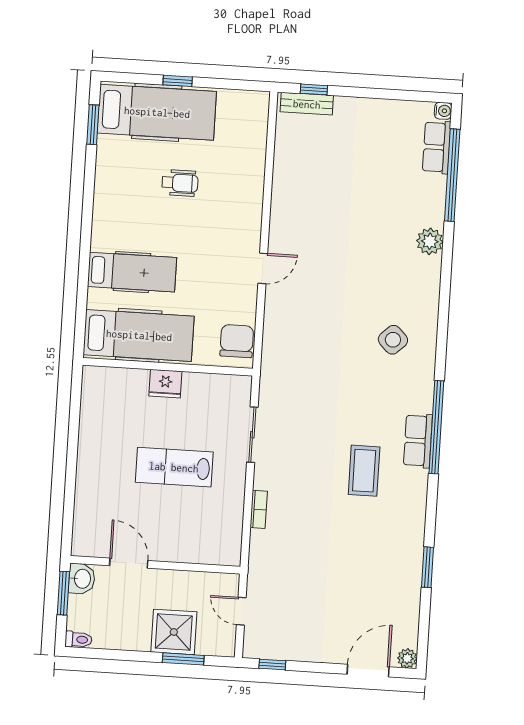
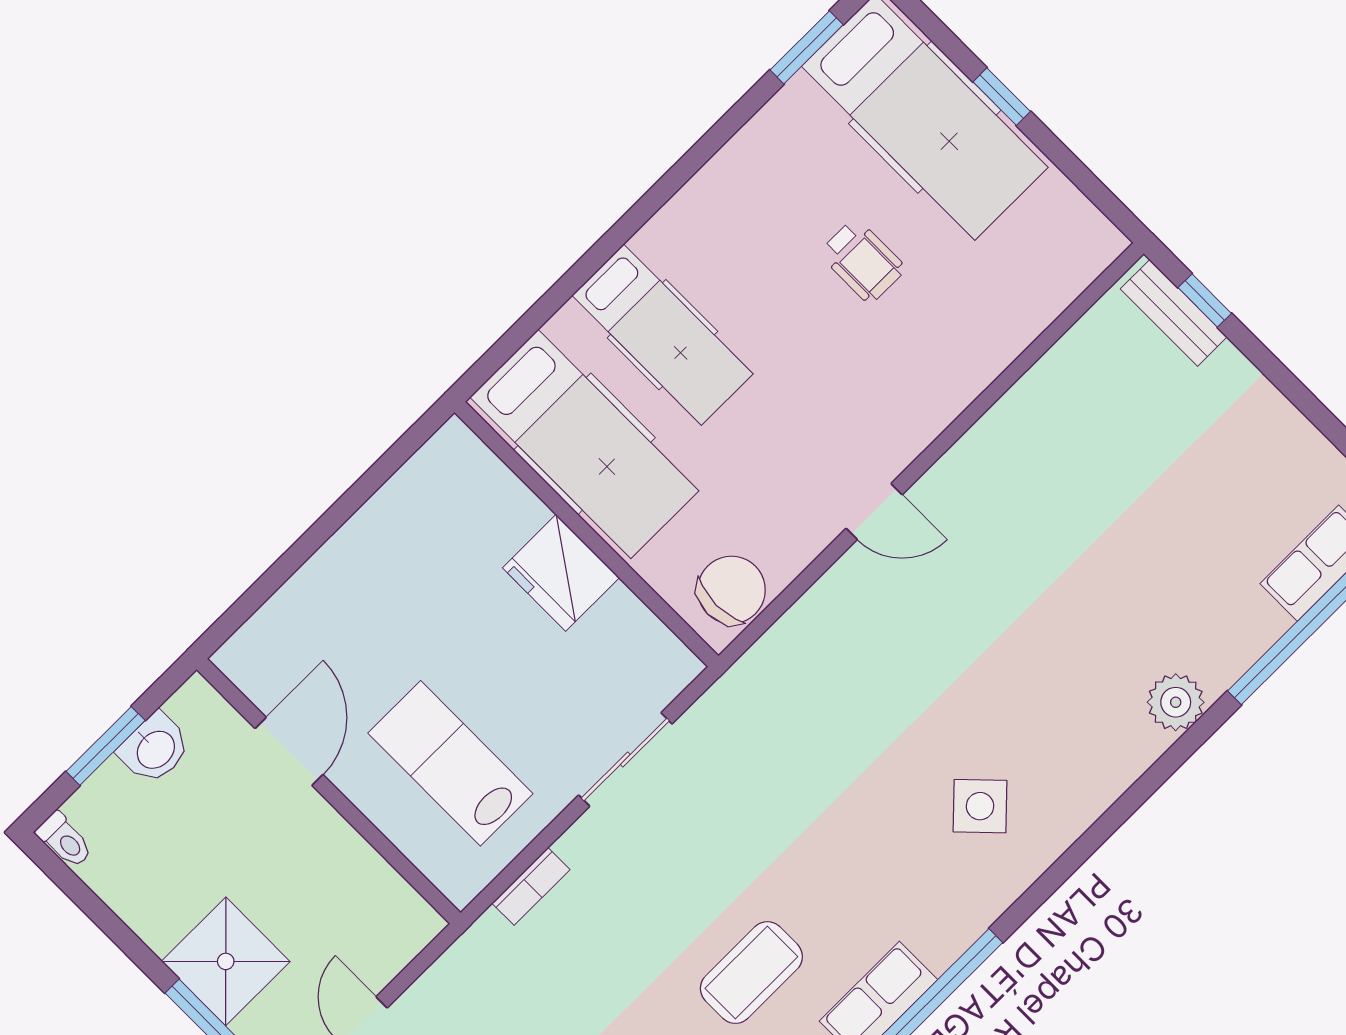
fridge: (165, 384) -> (561, 573), width x1.36, depth x1.34
lab bench: (174, 467) -> (450, 763), moved
door: (129, 563) -> (289, 751), moved
wall: (155, 565) -> (329, 791), moved

